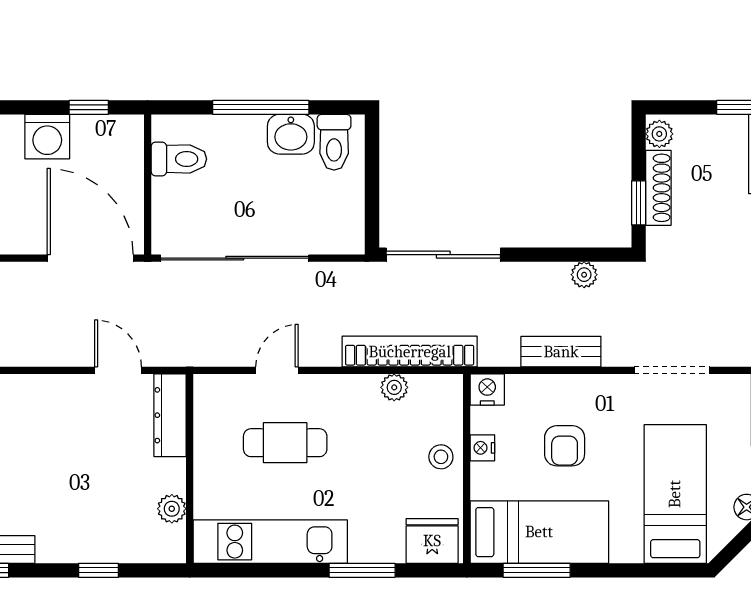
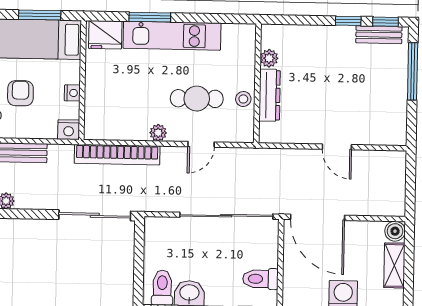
door: (118, 370) -> (337, 147), moved
plant: (394, 387) -> (158, 133), moved
dresser: (170, 415) -> (270, 95), moved
stool: (441, 457) -> (243, 99), moved
kitchen unit: (270, 542) -> (172, 36), moved
window: (98, 570) -> (348, 21), moved

